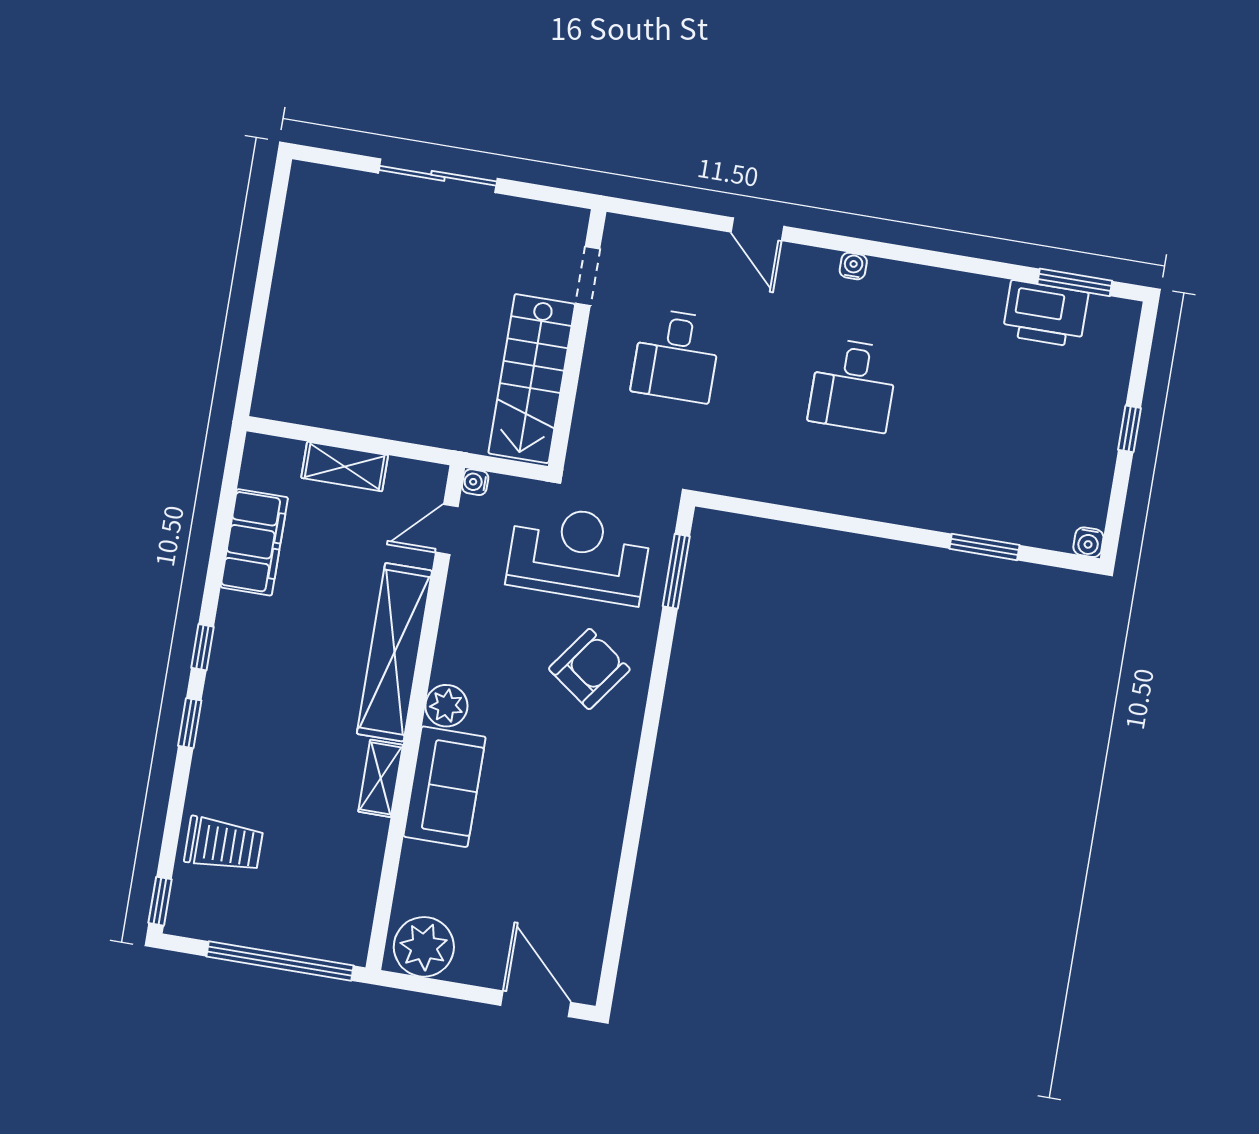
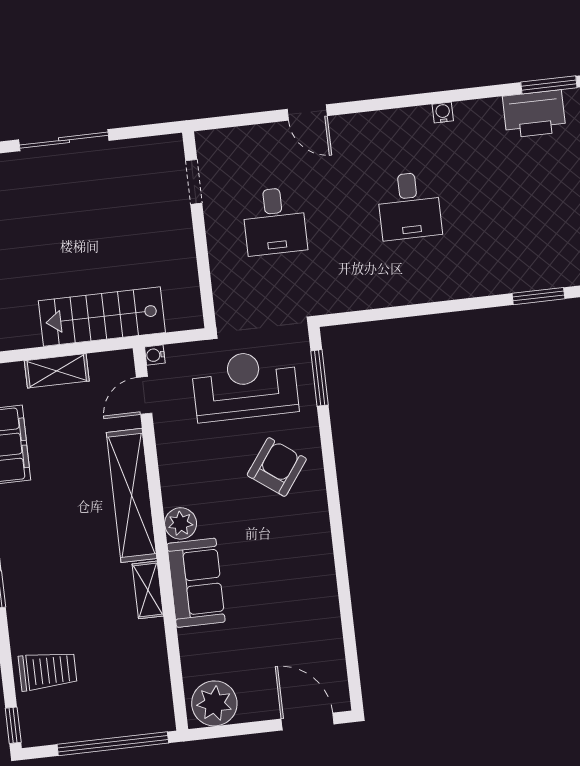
water cooler: (853, 266) -> (443, 113), moved
stairs: (532, 379) -> (102, 317), moved, turned 90

